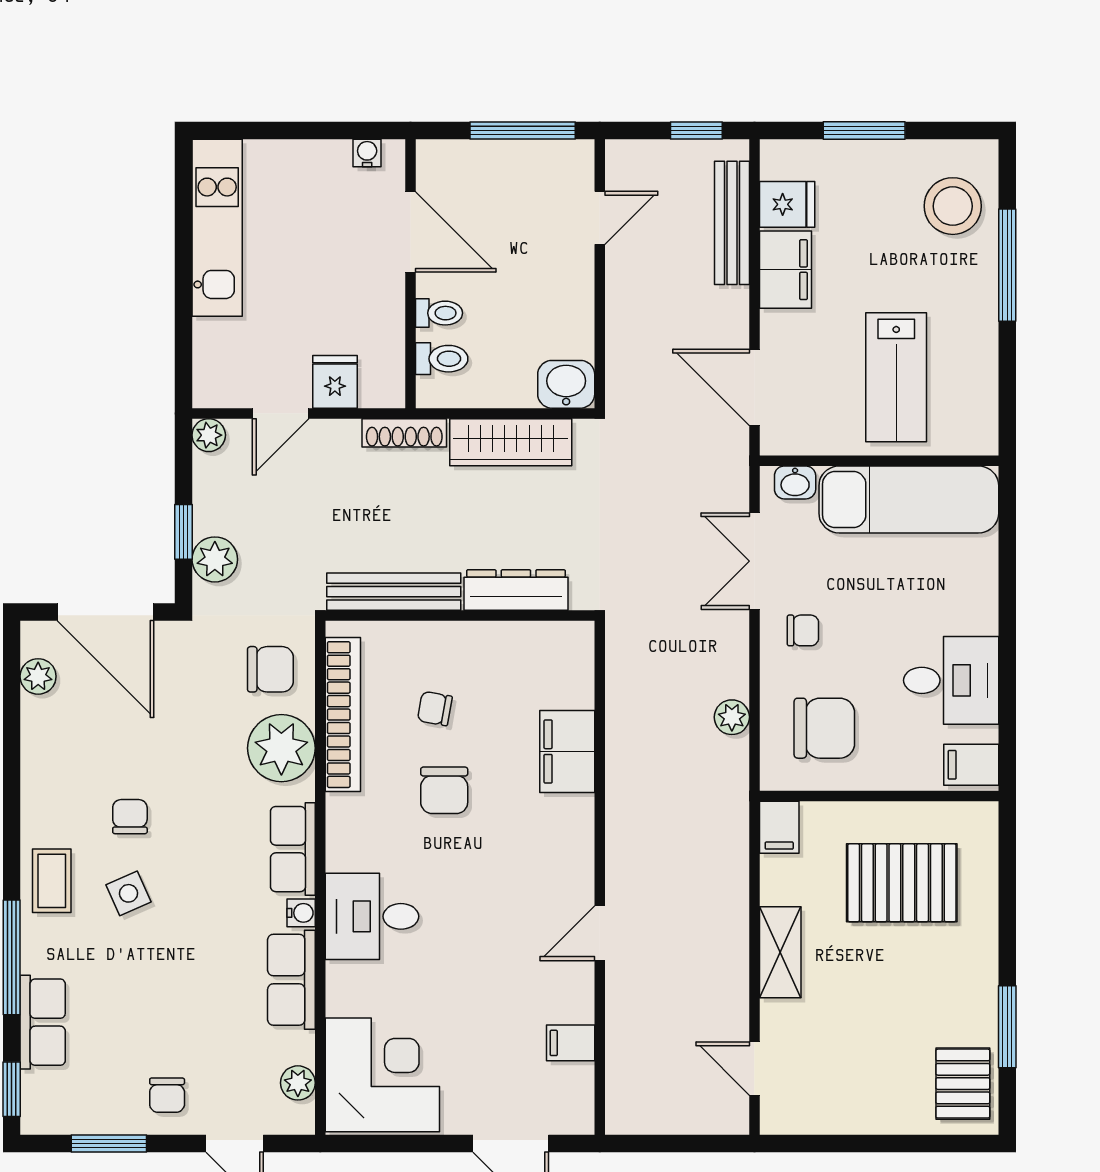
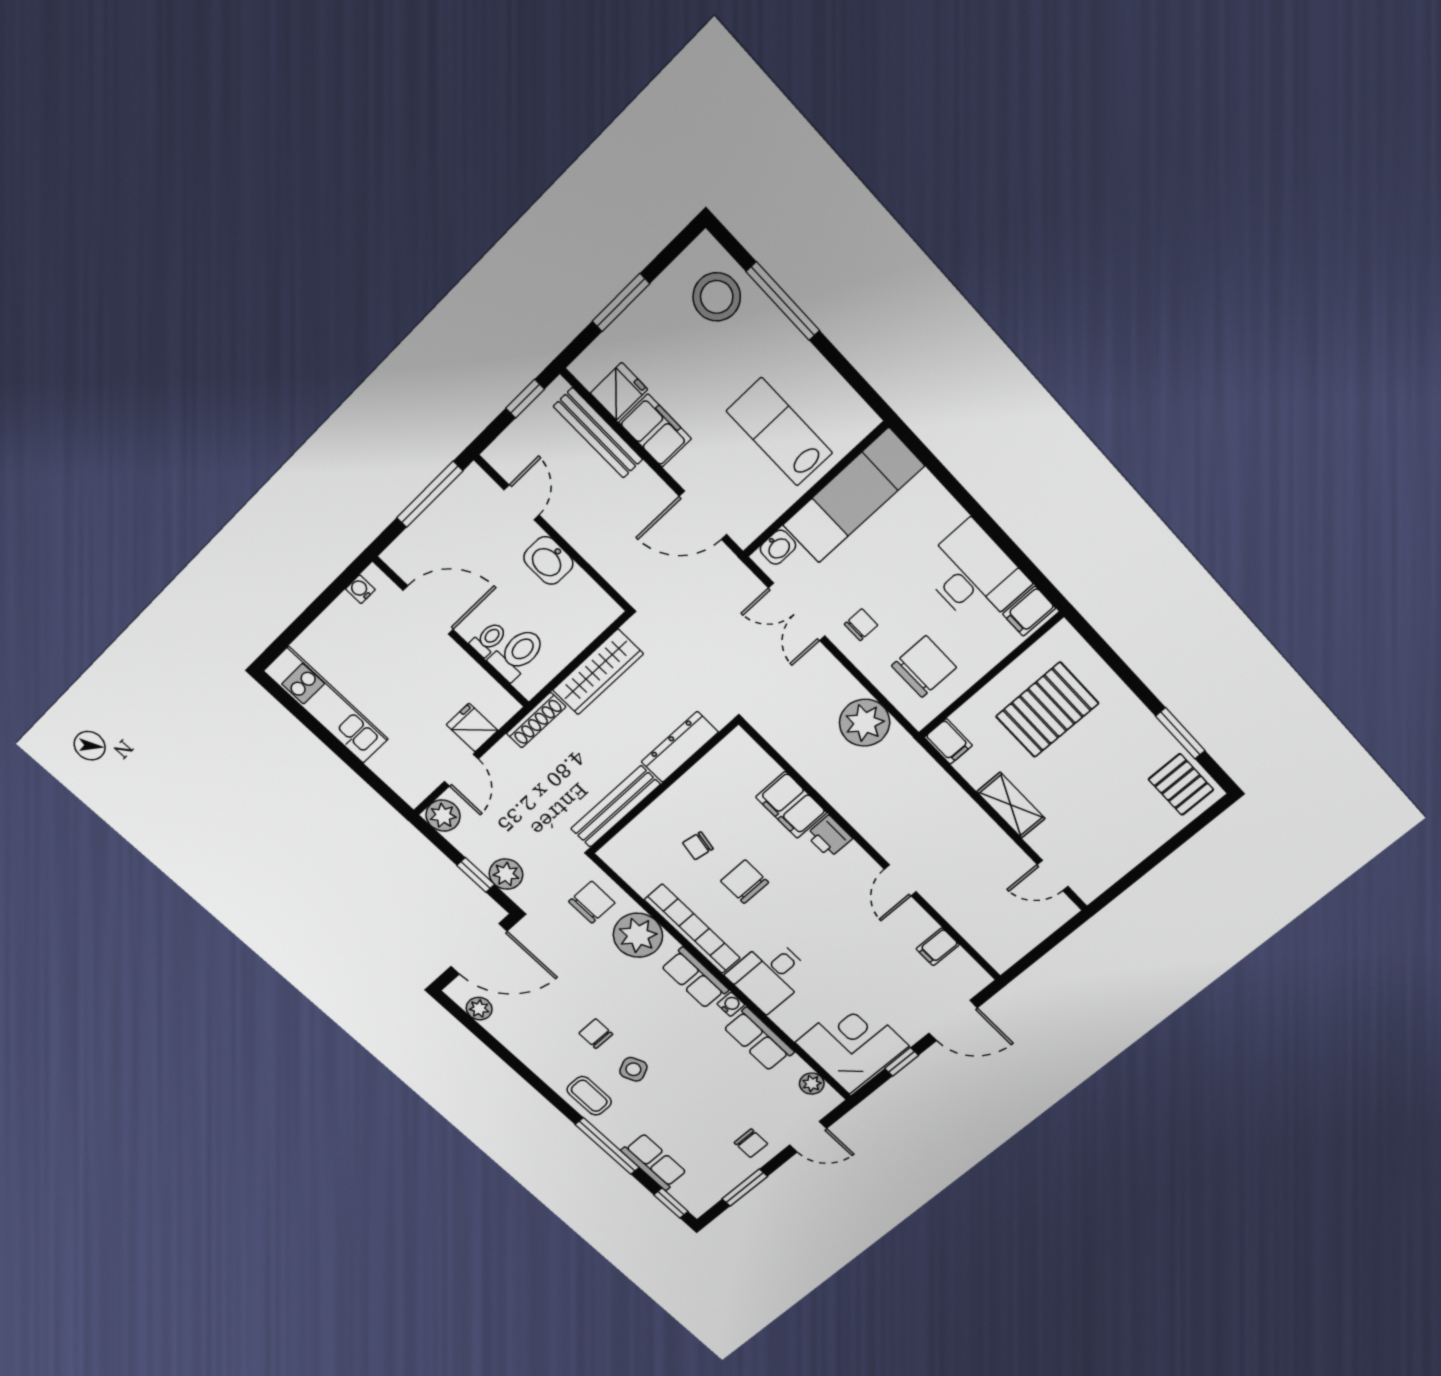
toilet: (442, 359) -> (517, 654), width x1.37, depth x1.39
lab bench: (896, 377) -> (779, 432), turned 180
washbasin: (566, 384) -> (548, 560), moved, turned -90
plant: (209, 435) -> (443, 816), width x1.38, depth x1.38
desk: (951, 680) -> (974, 575), width x1.37
bookcase: (343, 715) -> (692, 929), moved
plant: (732, 717) -> (865, 723), width x1.88, depth x1.88
chair: (444, 790) -> (745, 882), turned 180
printer: (573, 820) -> (829, 837), added
window: (414, 1143) -> (902, 1062), added

